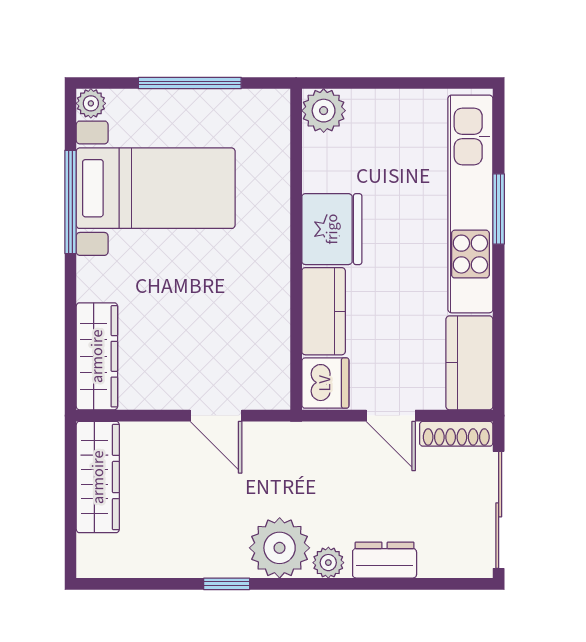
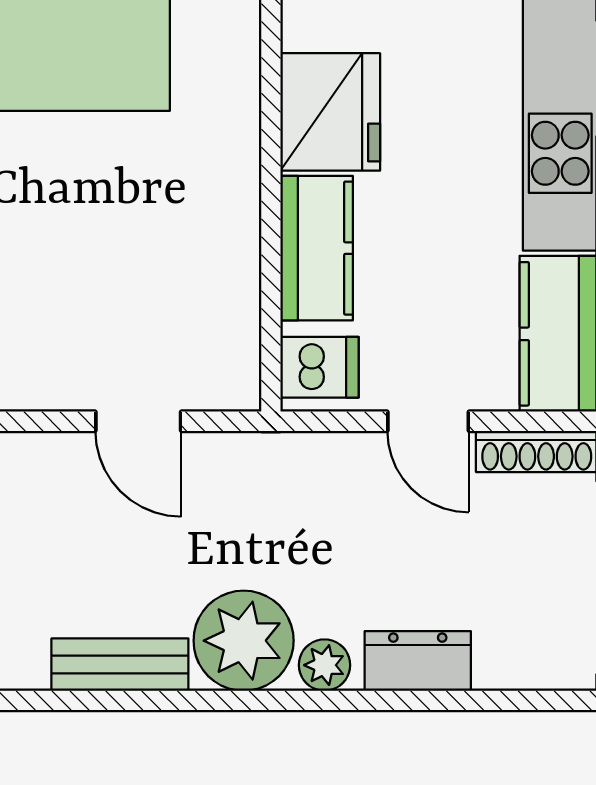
dishwasher: (325, 383) -> (320, 367), width x0.73
bench: (205, 562) -> (120, 665), added
window: (227, 584) -> (156, 700), removed

